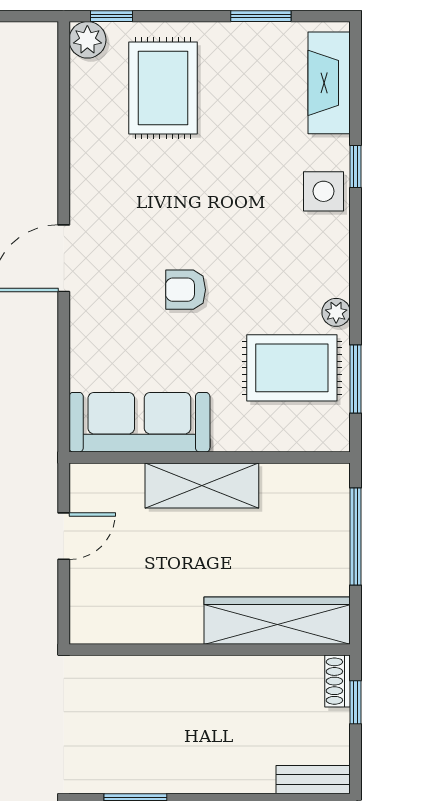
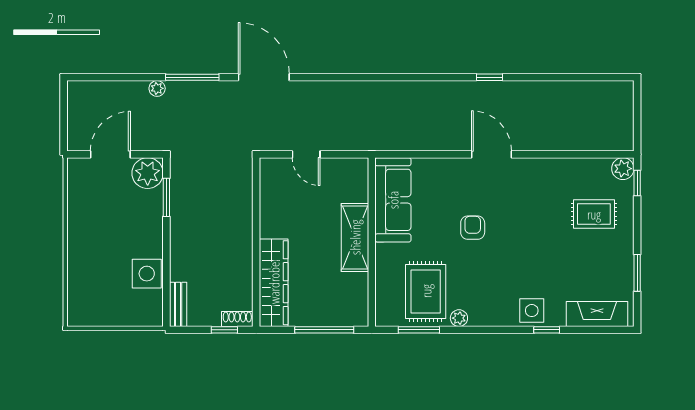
rug: (163, 88) -> (594, 214), width x0.73, depth x0.70
door: (64, 536) -> (306, 154), moved

